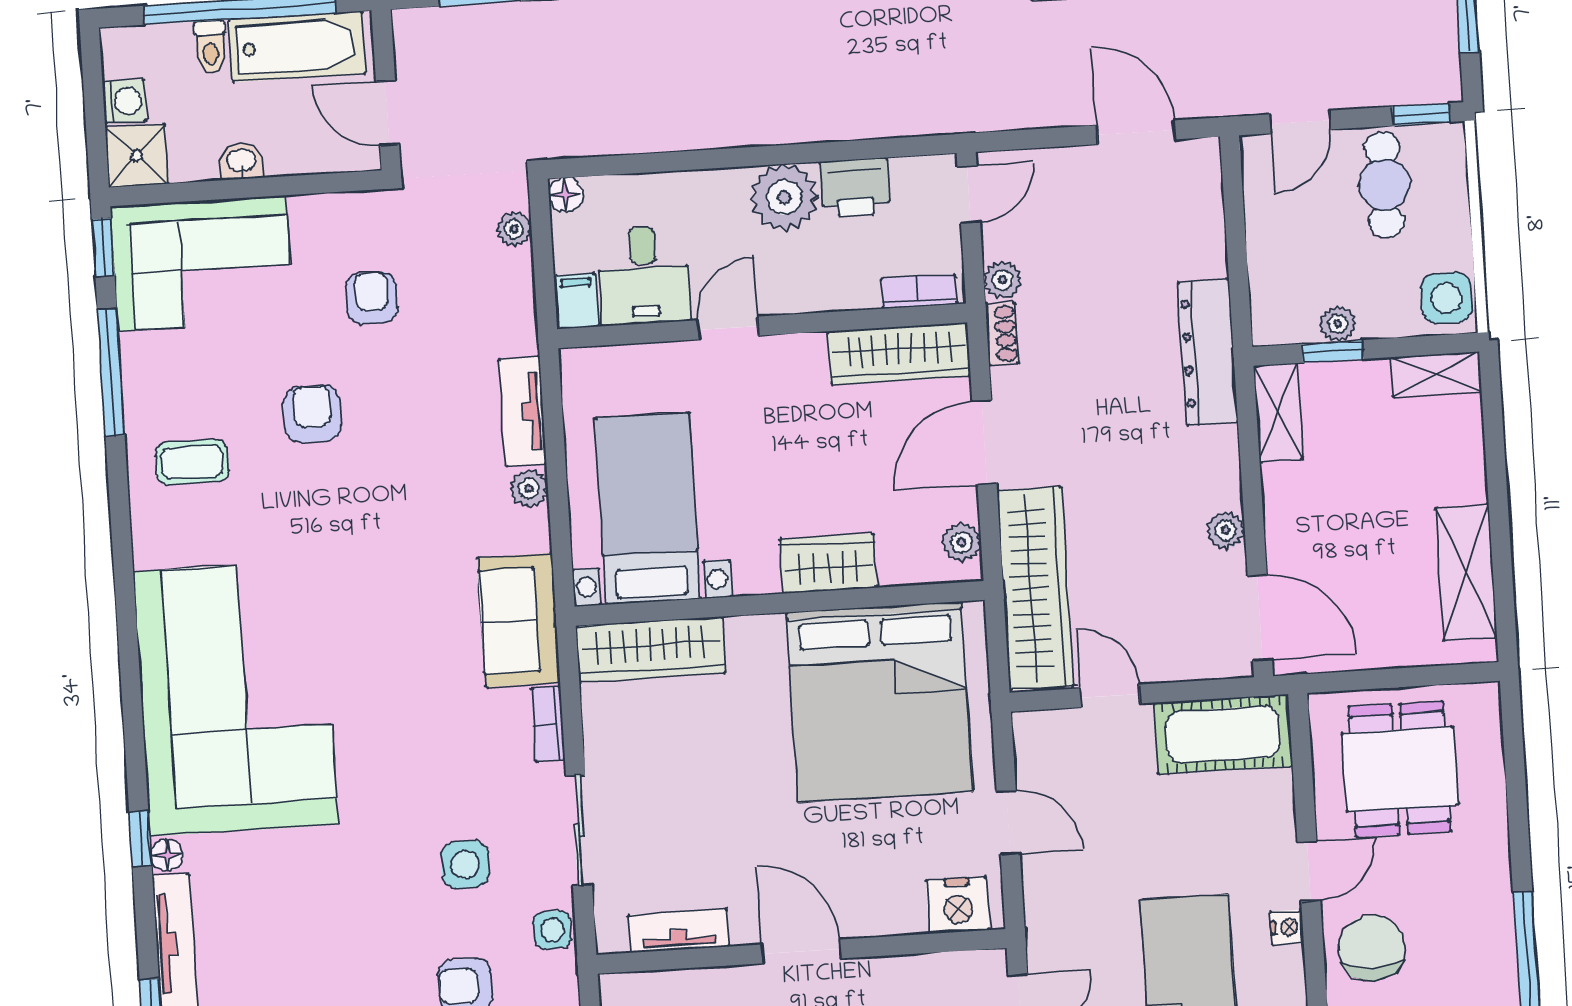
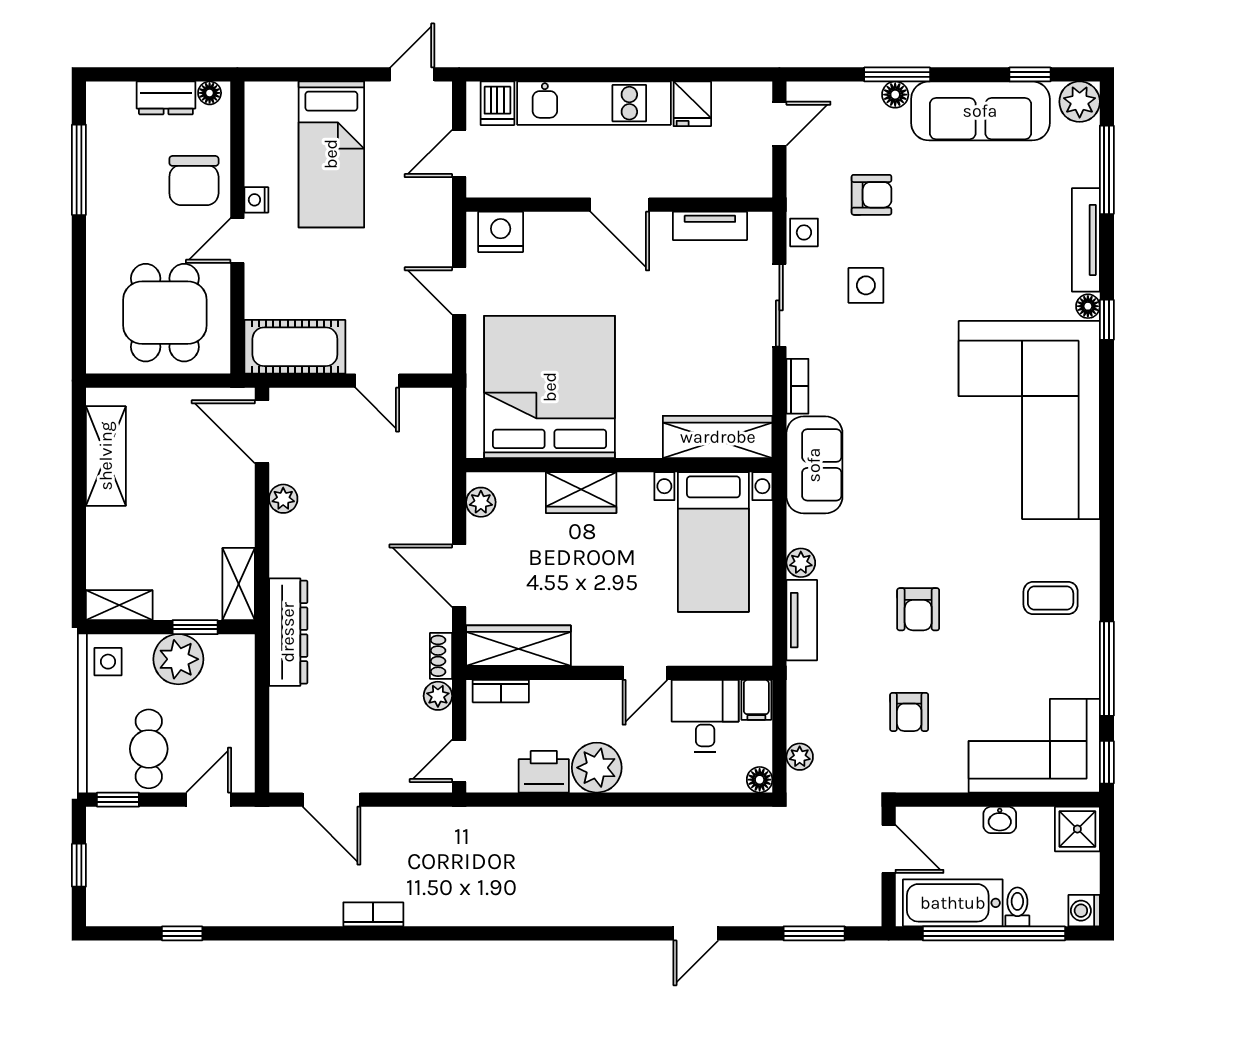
washing machine: (125, 102) -> (1084, 911), moved
side table: (1446, 298) -> (108, 662), width x0.73, depth x0.73
plant: (1338, 324) -> (178, 659), width x1.87, depth x1.87
armchair: (312, 414) -> (918, 609), moved
door: (984, 442) -> (459, 576), swing flipped
wardrobe: (1035, 588) -> (428, 464), removed

